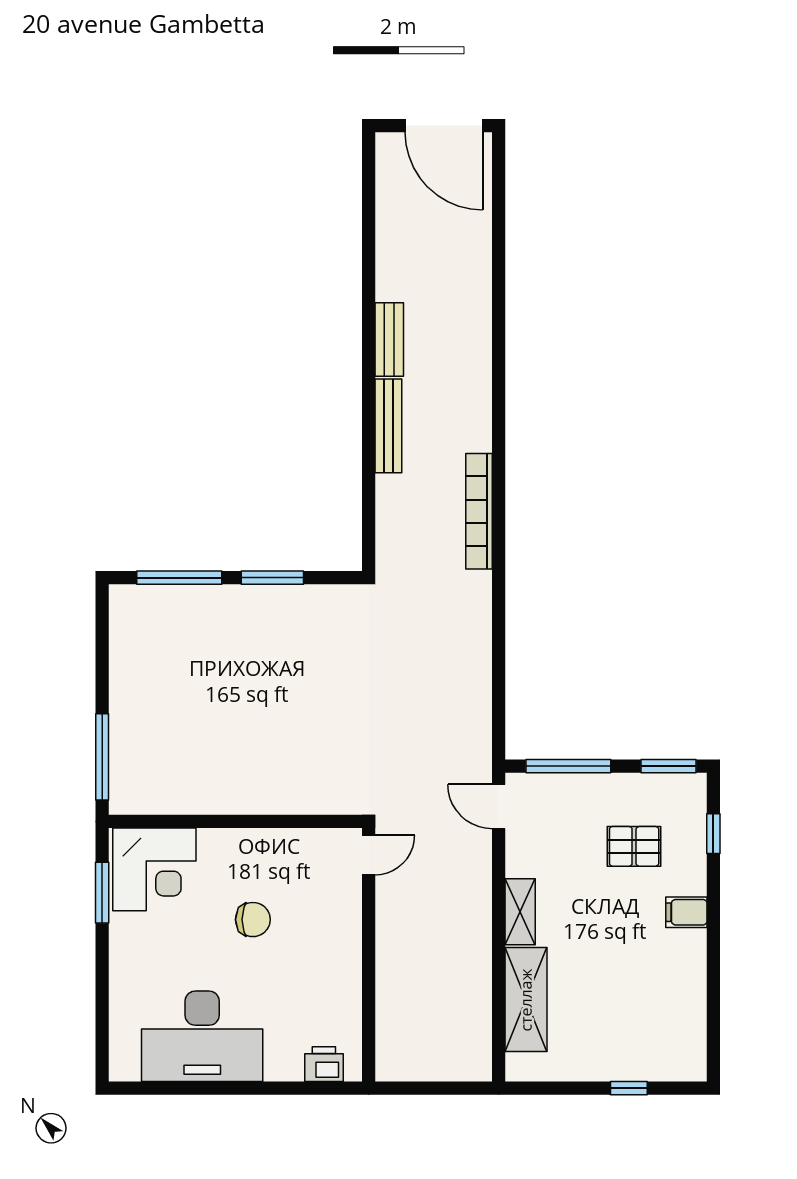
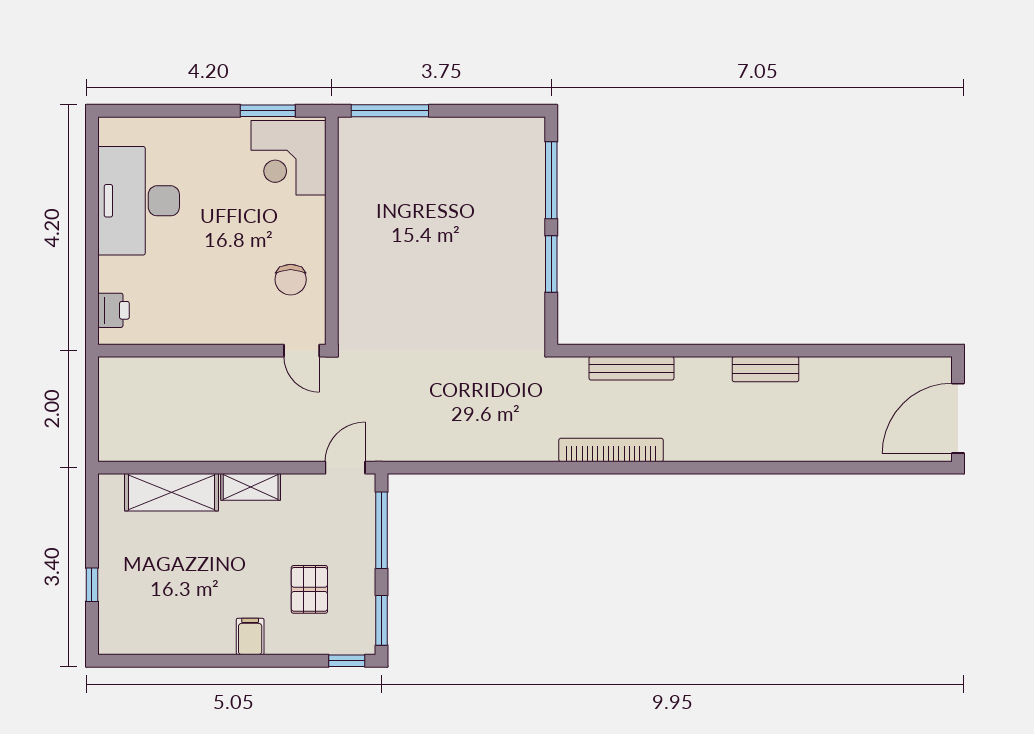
bench: (388, 426) -> (631, 368), moved
window: (713, 834) -> (347, 661), moved
chair: (253, 920) -> (291, 280), moved

